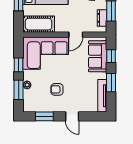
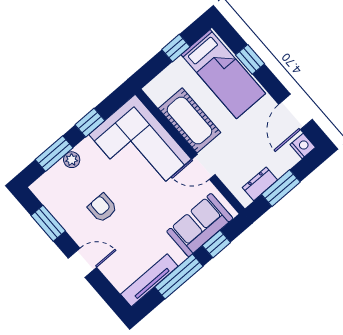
cot: (39, 24) -> (190, 120), moved
window: (111, 83) -> (179, 277), width x1.44
door: (72, 116) -> (82, 263), swing flipped

